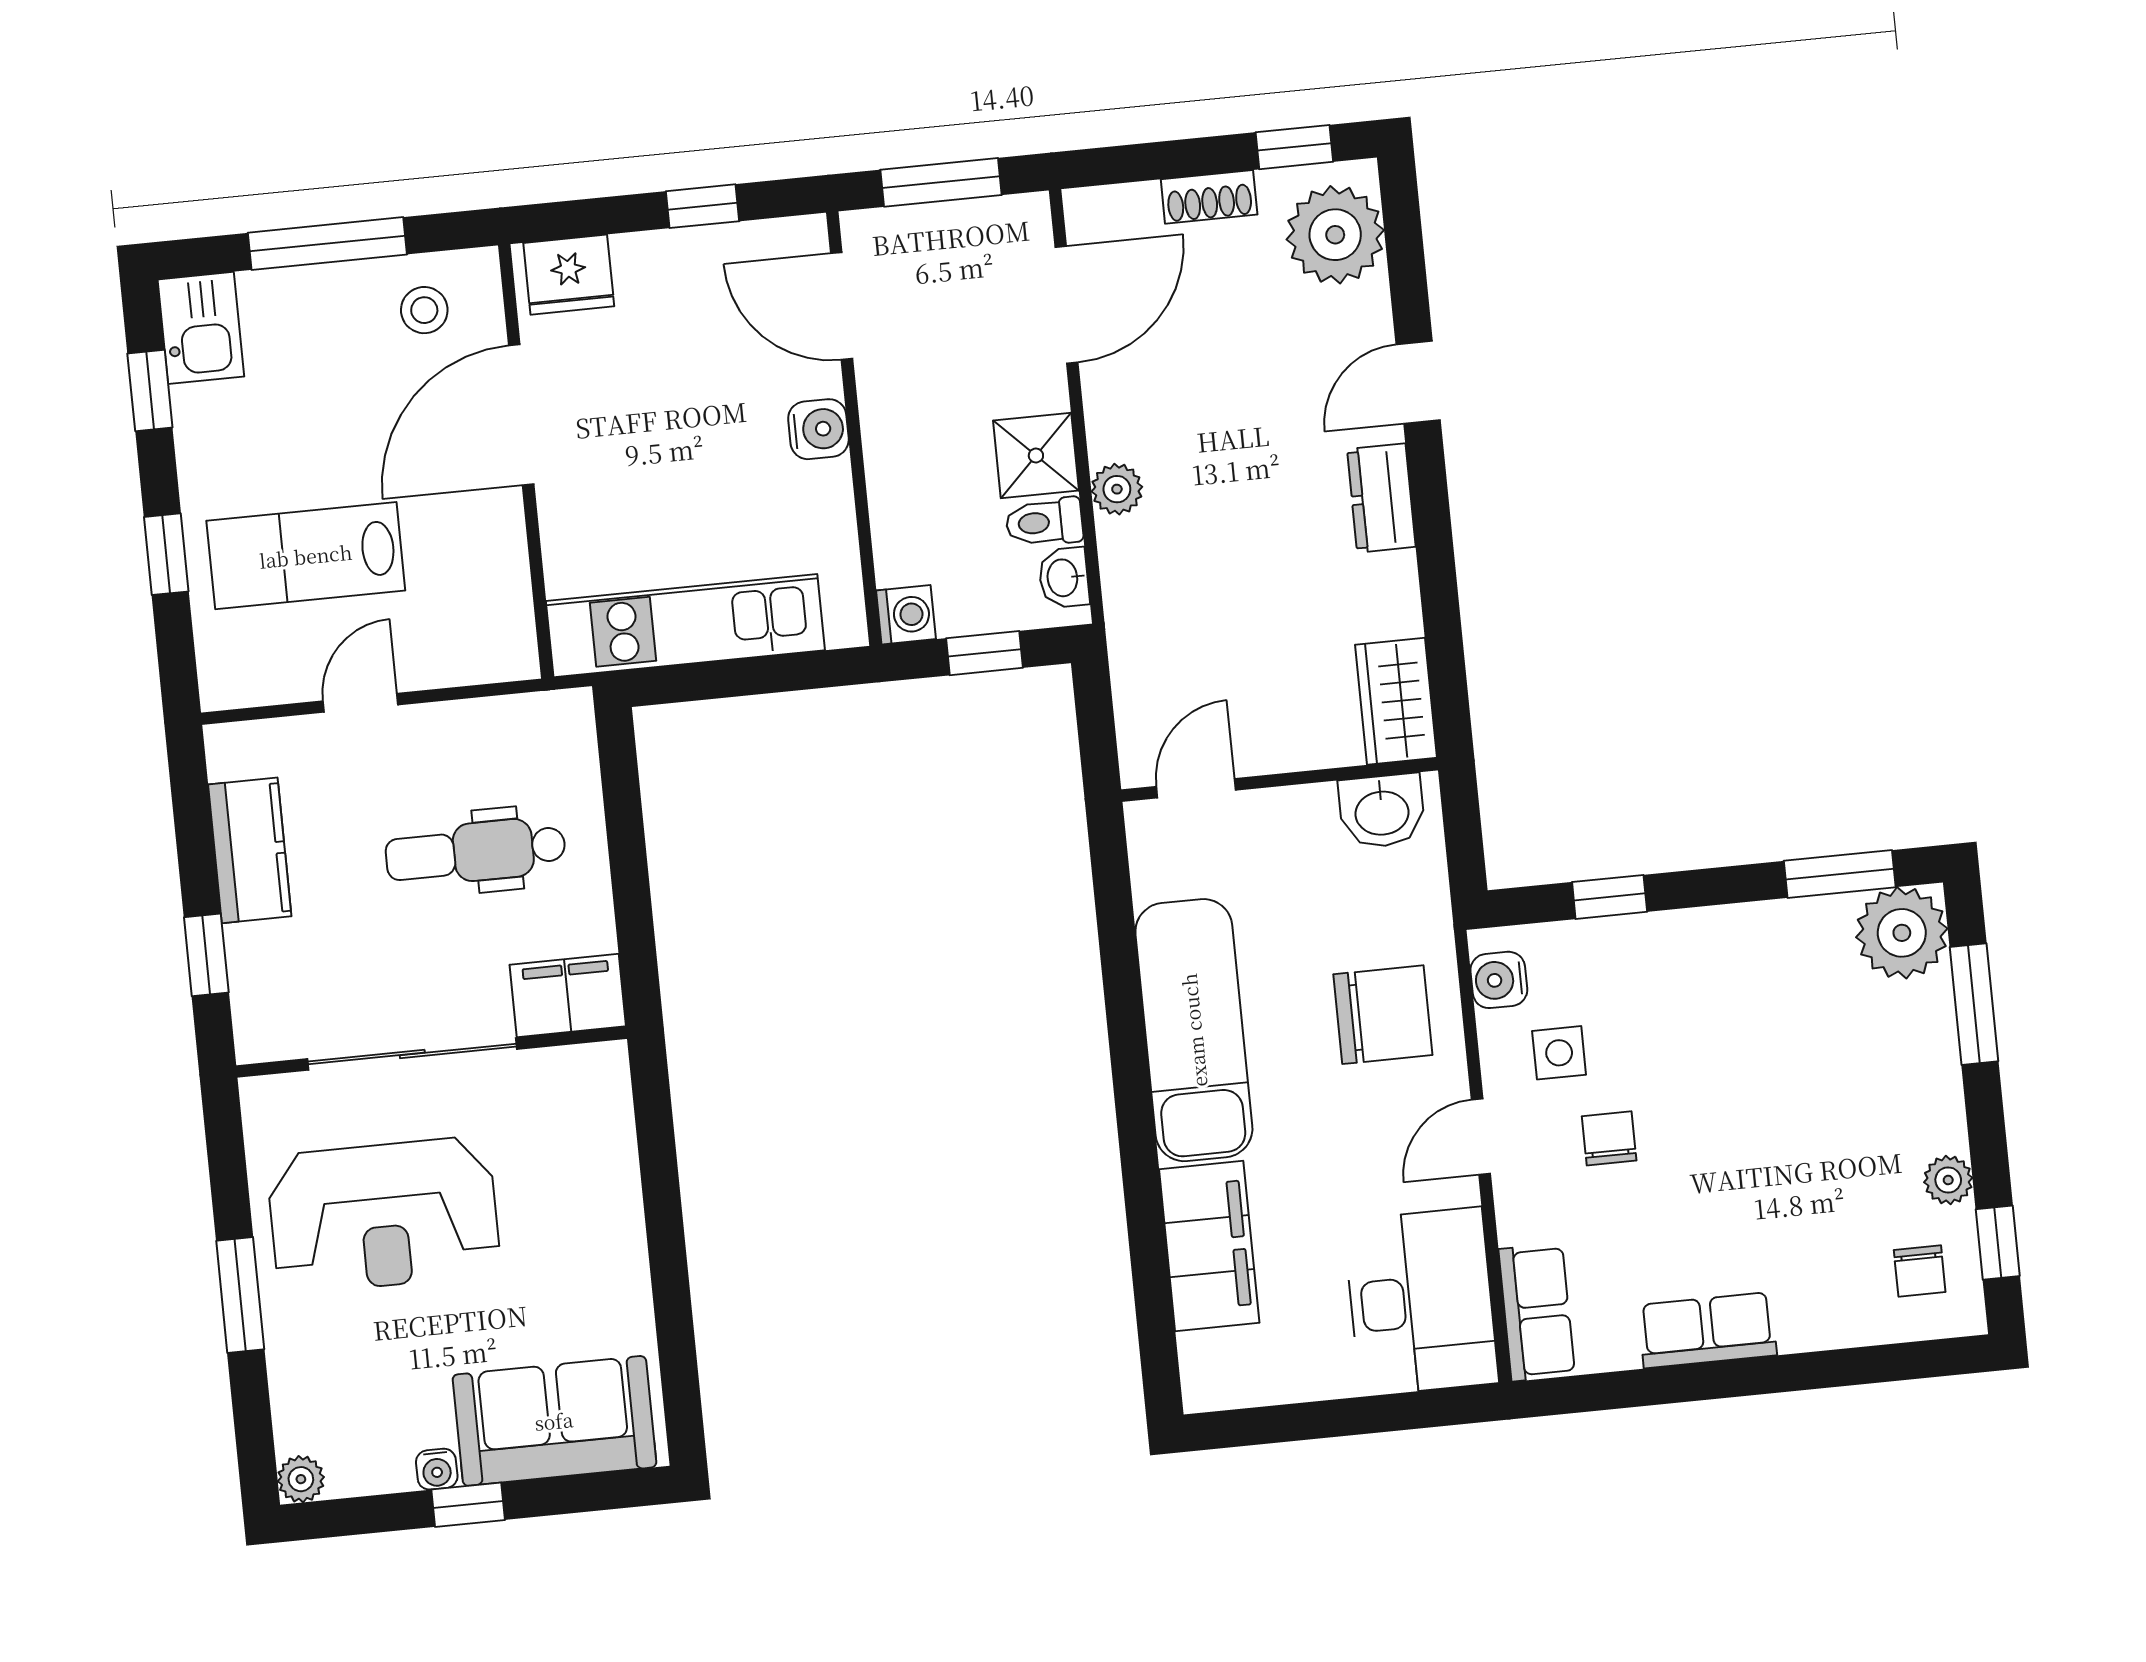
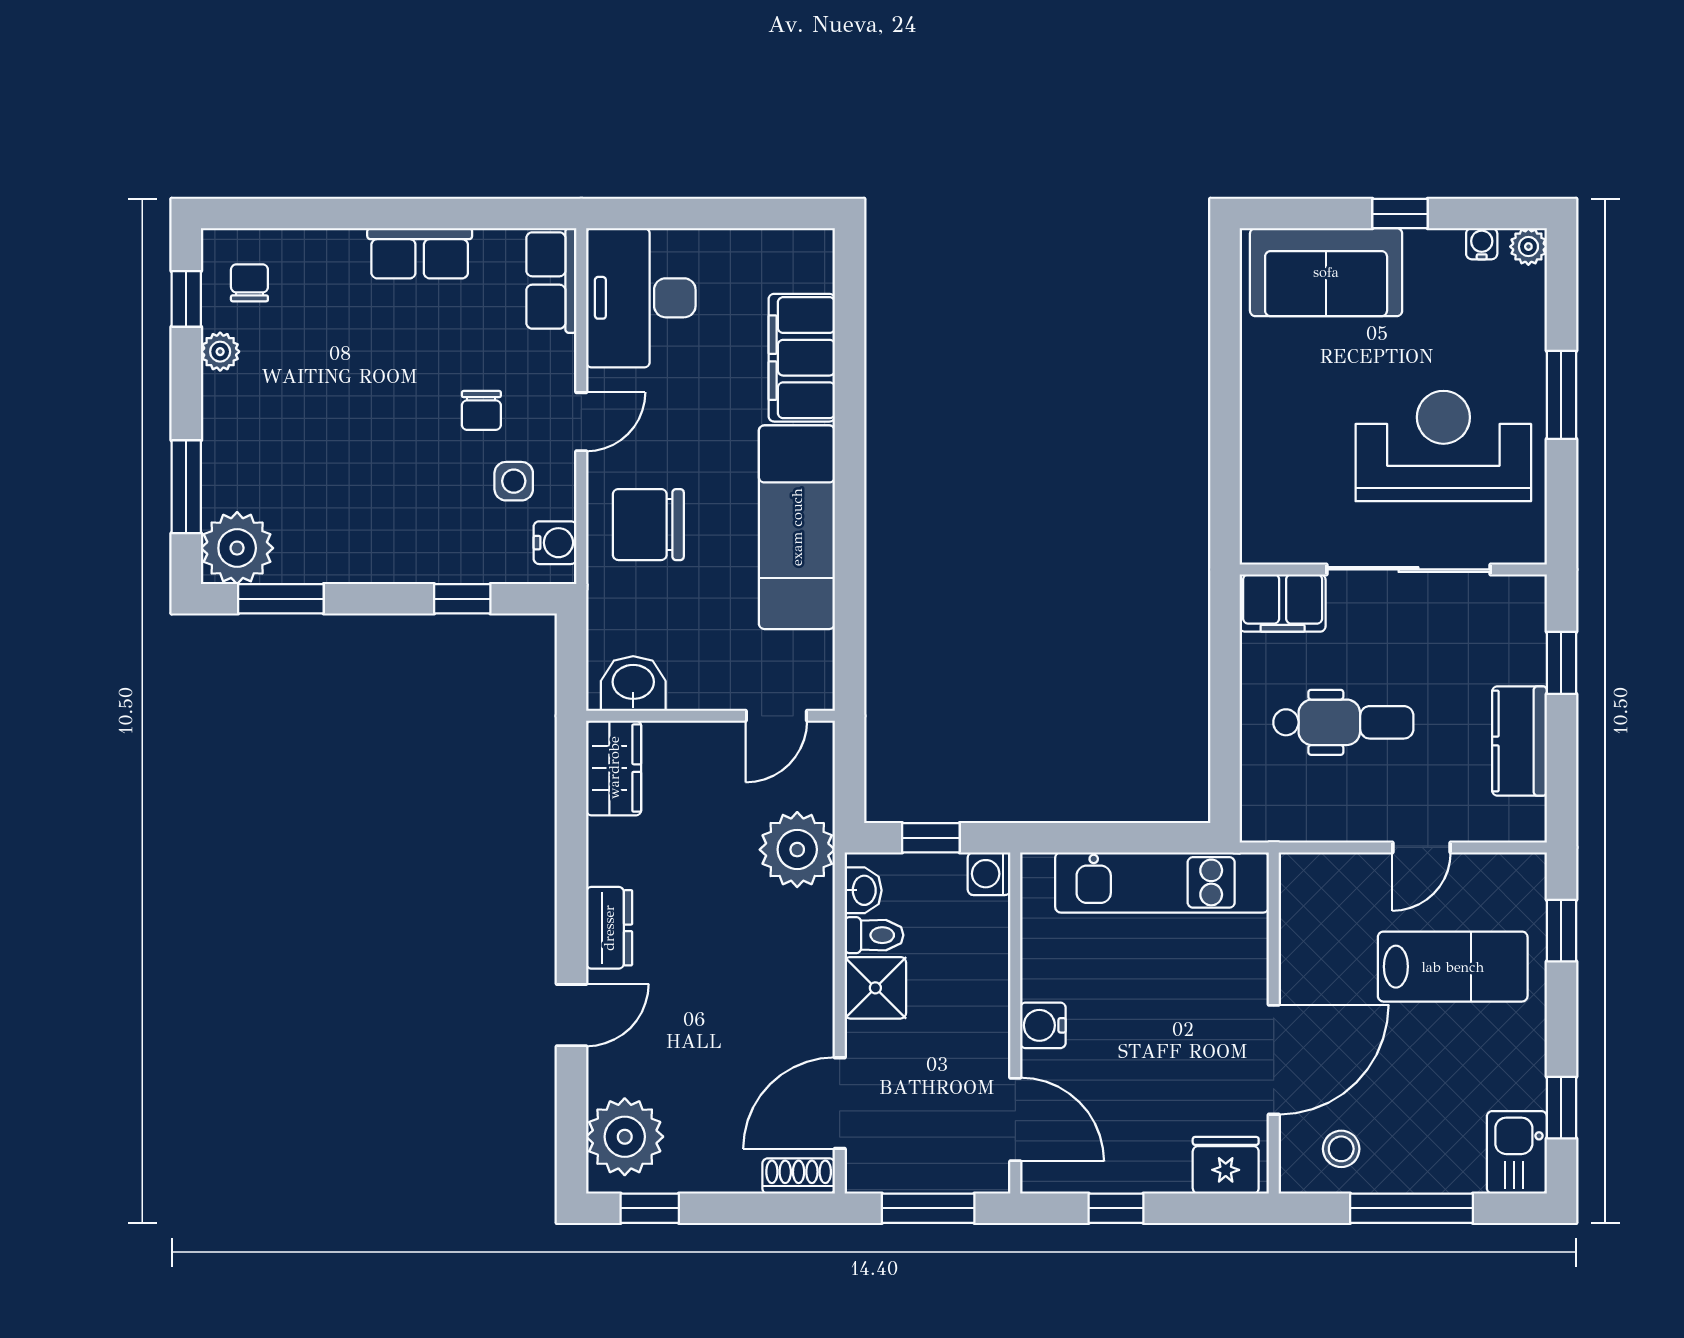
shoe rack: (1209, 197) -> (799, 1176), moved
plant: (1117, 489) -> (797, 850), moved, width x1.88, depth x1.88
window: (166, 554) -> (1561, 931), moved
water cooler: (437, 1469) -> (1482, 244), moved

